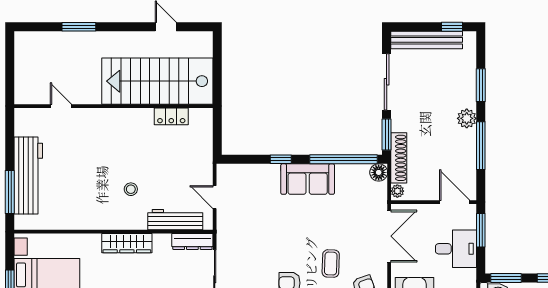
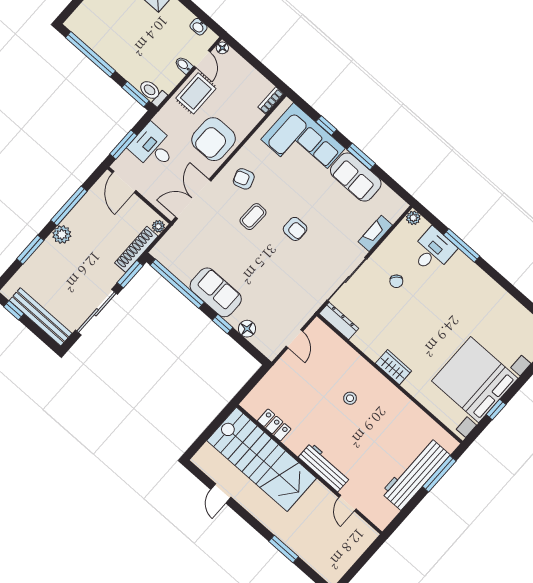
floor lamp: (379, 172) -> (247, 329), moved
workbench: (175, 220) -> (324, 467), moved, turned 180
wardrobe: (127, 243) -> (393, 367), width x0.67

